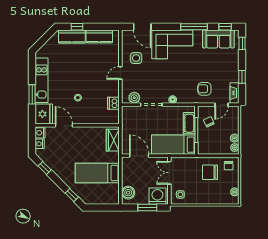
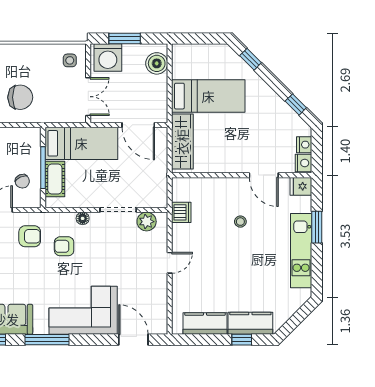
side table: (136, 58) -> (144, 288), removed
armchair: (184, 83) -> (64, 246), added
fridge: (44, 114) -> (301, 186), width x0.53, depth x0.75
wardrobe: (113, 140) -> (182, 142), width x1.50

